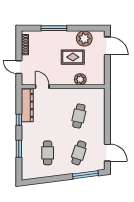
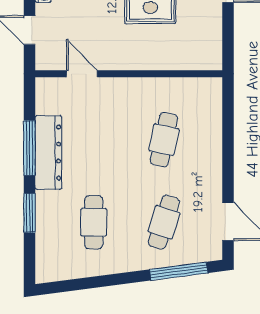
plant: (80, 79) -> (167, 57), removed
dresser: (27, 105) -> (48, 153), moved
window: (19, 120) -> (30, 148), width x2.17

